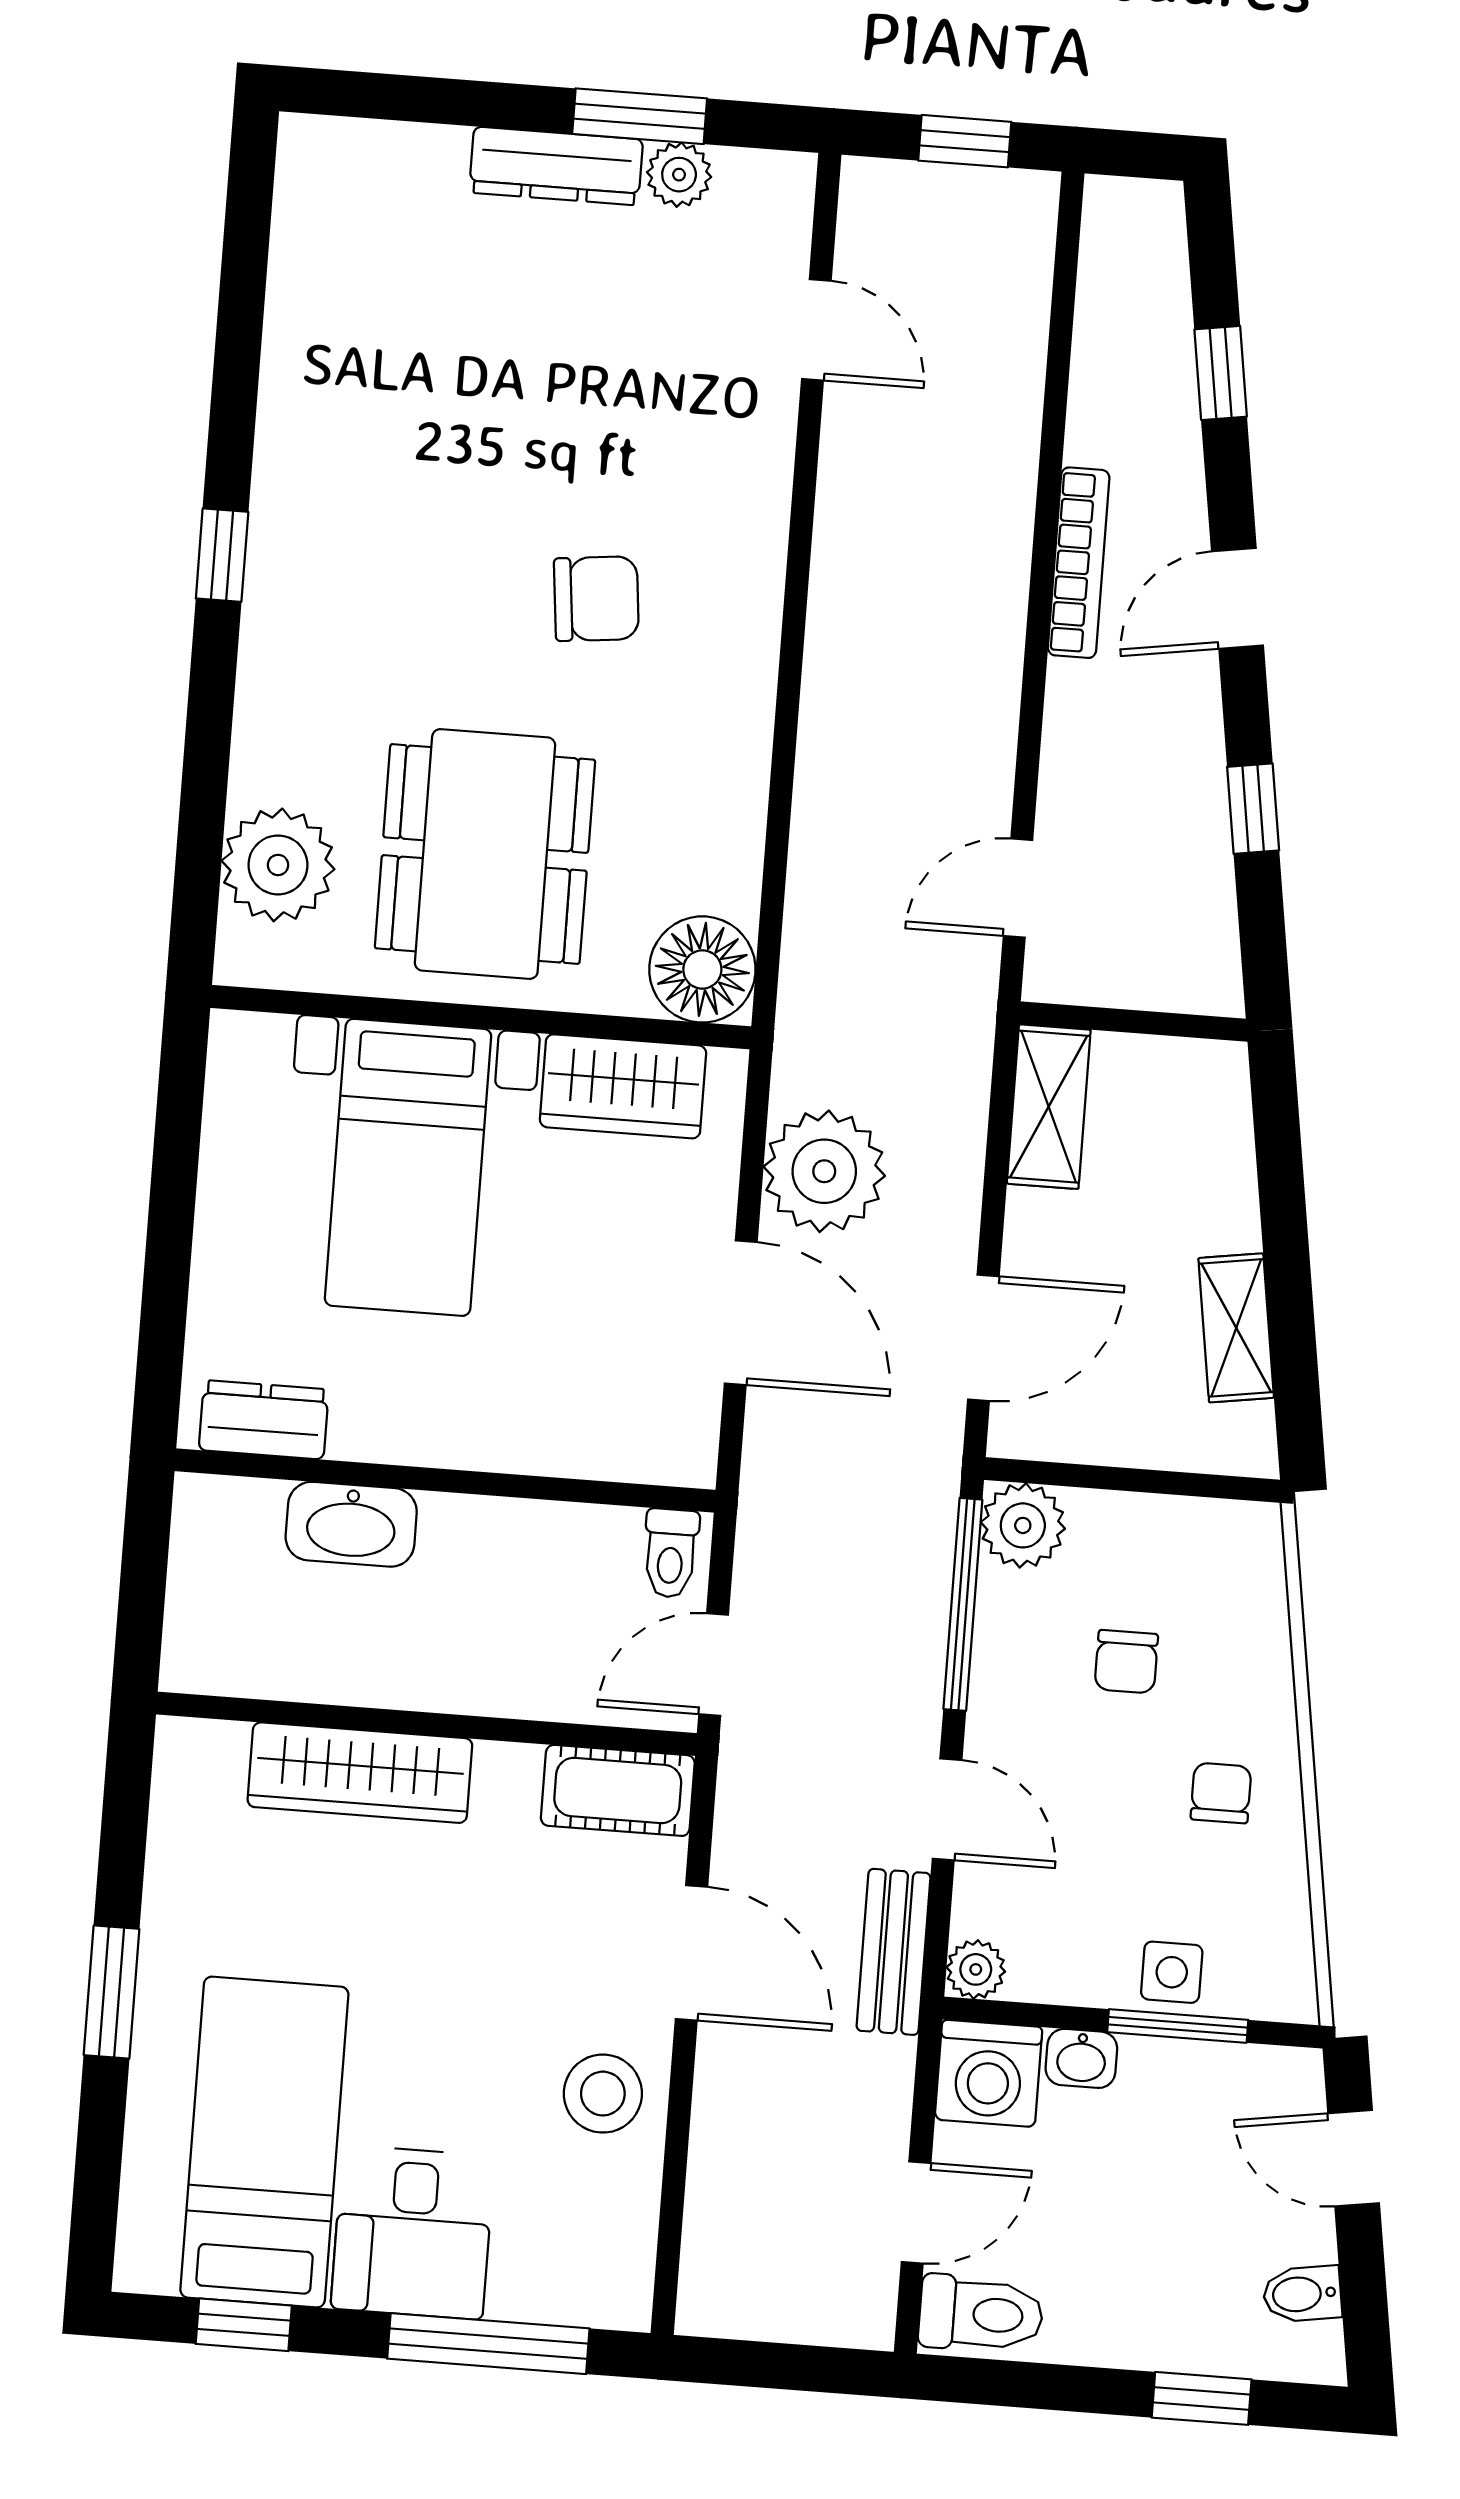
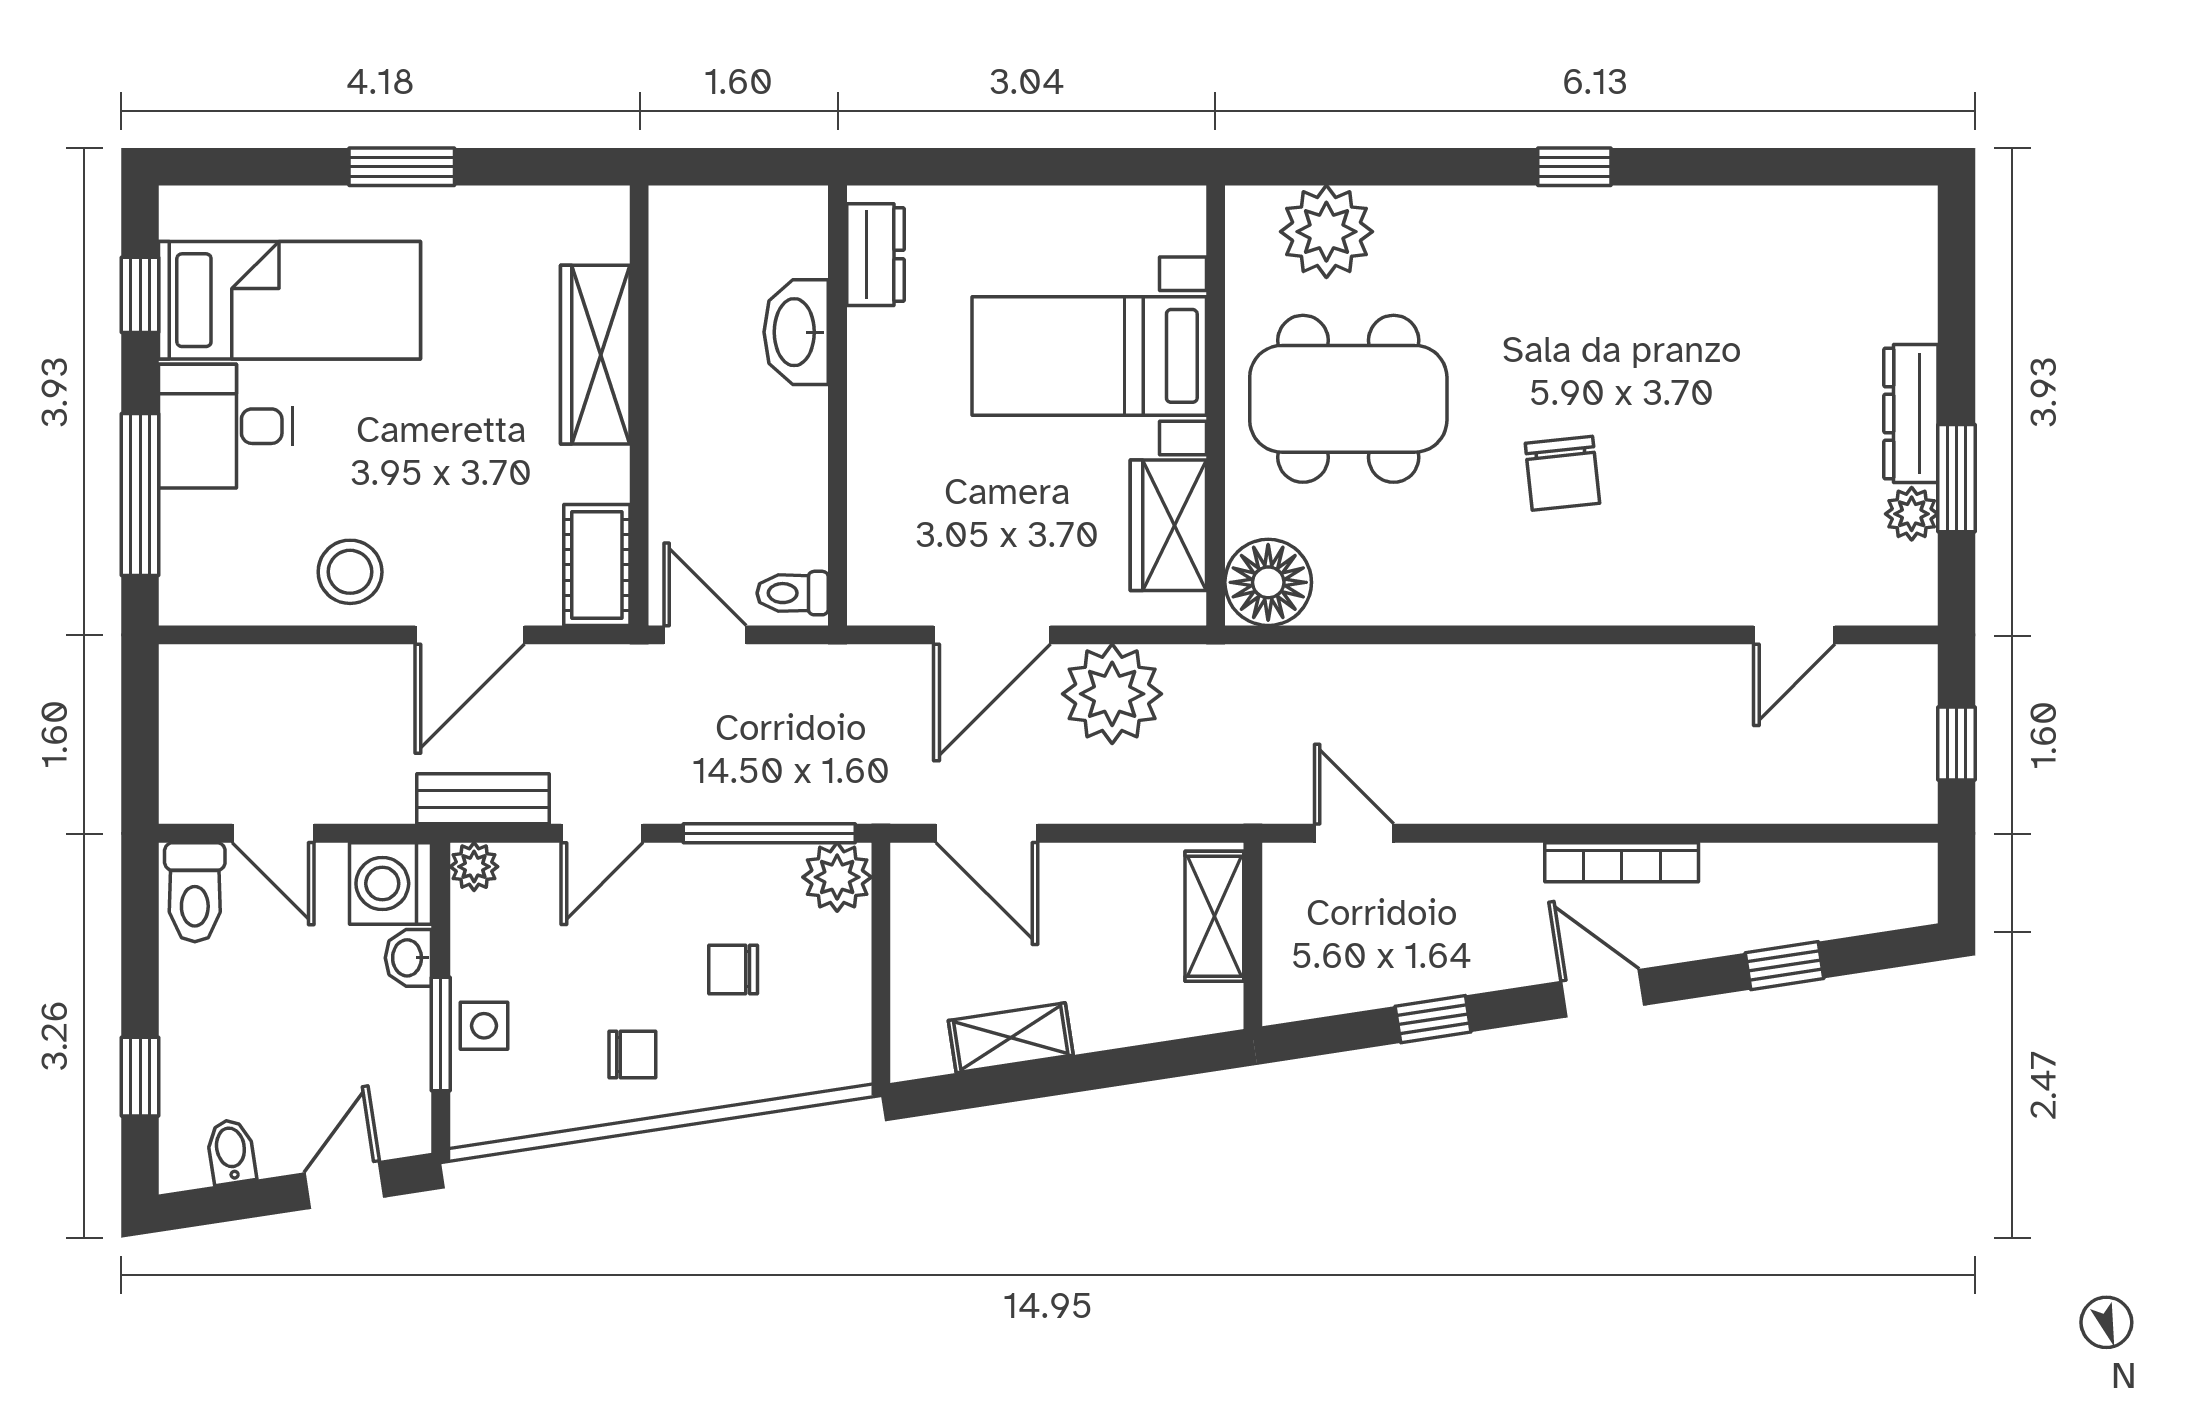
shelving: (1049, 1107) -> (1214, 916), moved, turned 90

